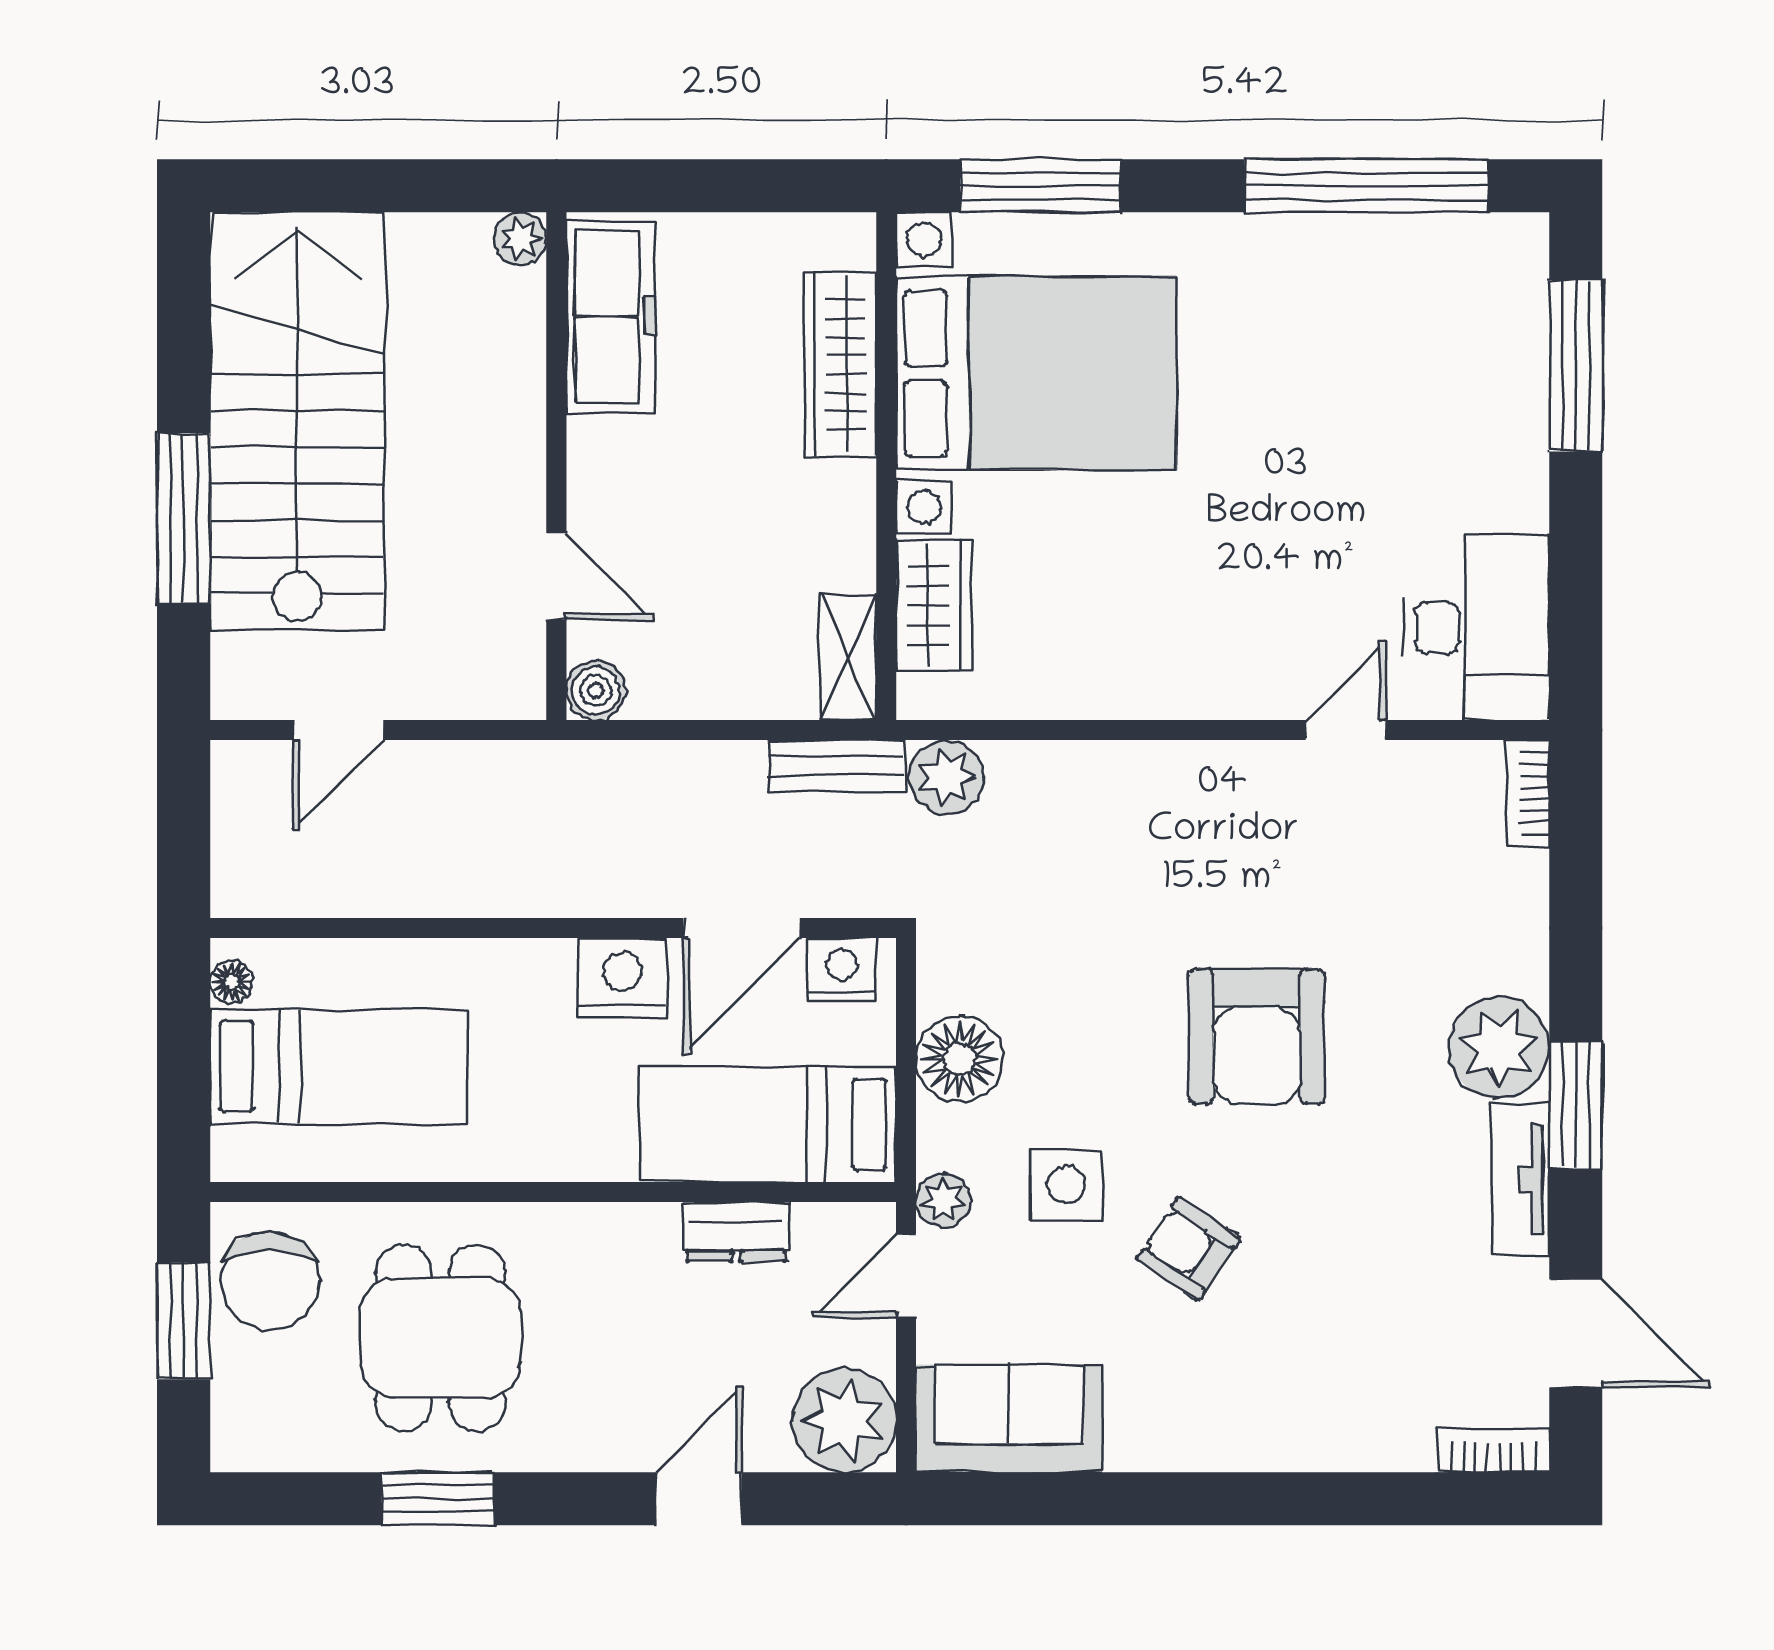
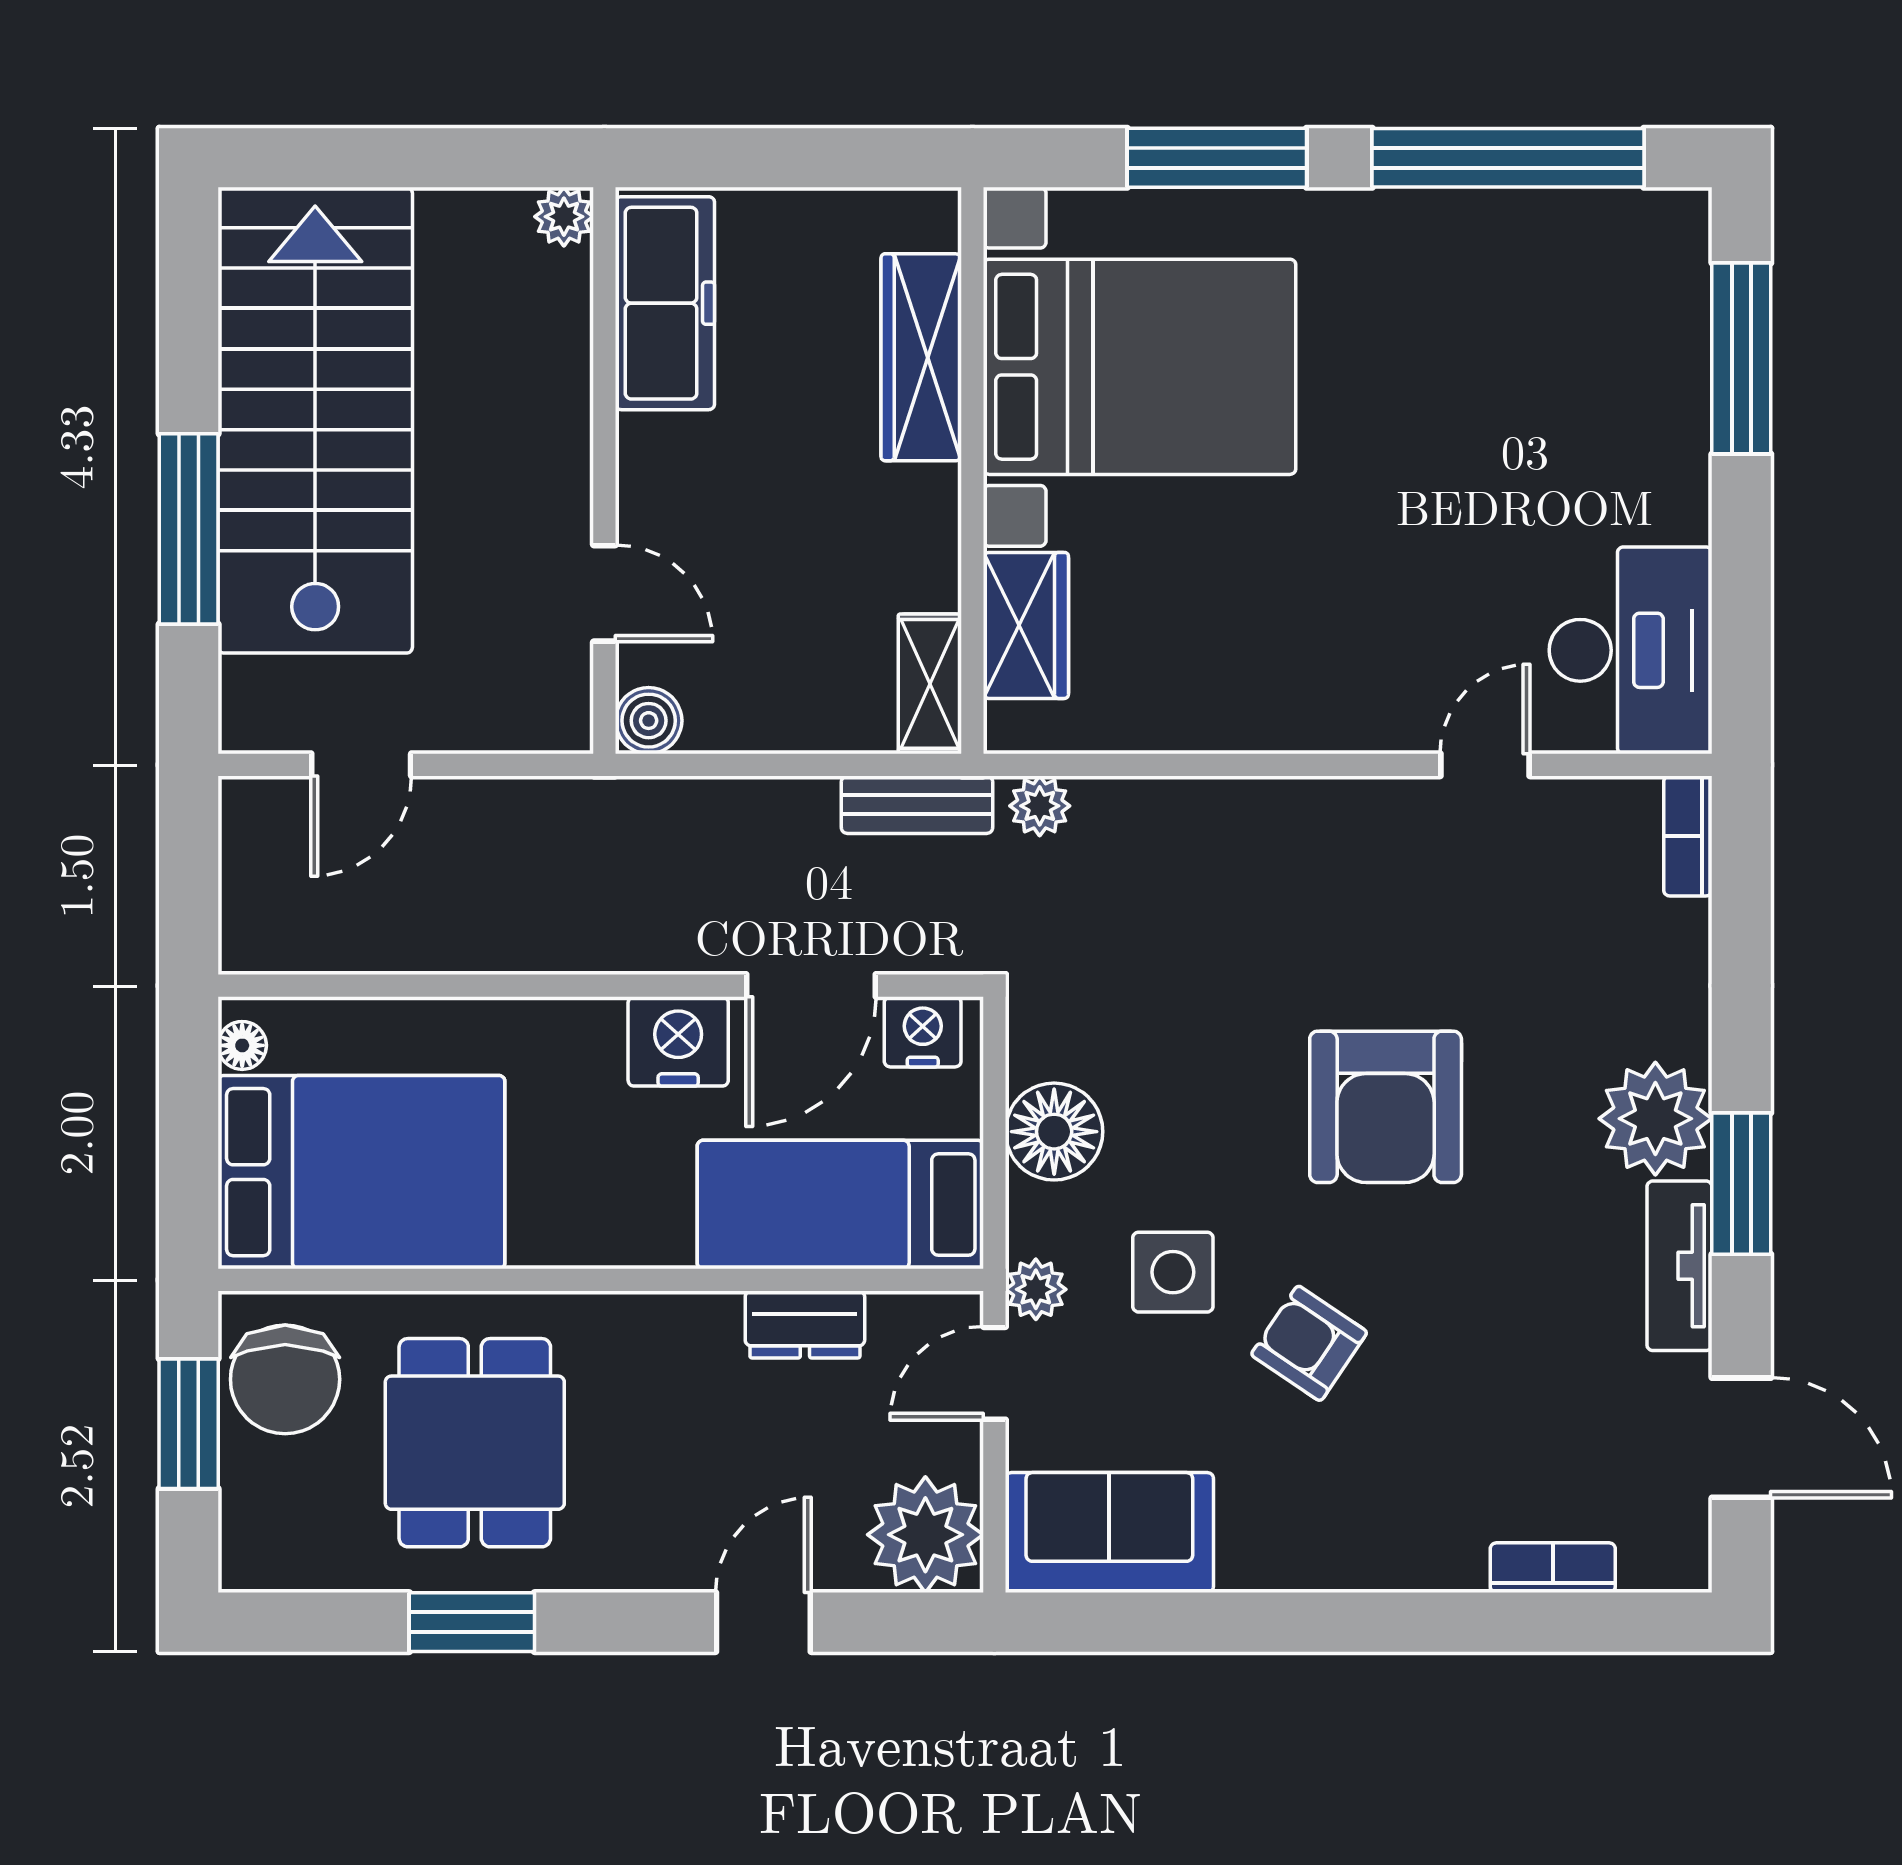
window: (1041, 186) -> (1217, 158), moved
plant: (947, 777) -> (1040, 806), width x0.73, depth x0.73
bed: (338, 1066) -> (361, 1172), width x1.50
bookcase: (1493, 1450) -> (1553, 1568), moved

